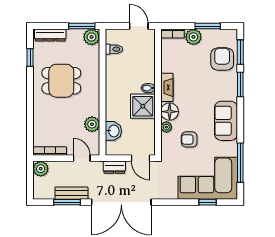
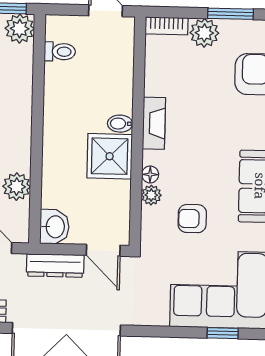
floor lamp: (170, 112) -> (150, 174), width x0.53, depth x0.53
washbasin: (113, 131) -> (54, 227), moved
dresser: (114, 167) -> (55, 265), width x1.44

